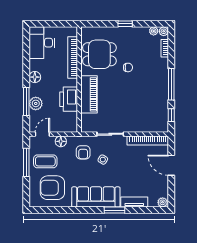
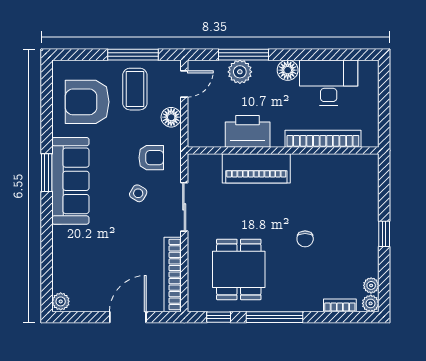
desk: (42, 43) -> (329, 83), moved
dining table: (99, 54) -> (239, 269), moved
door: (42, 134) -> (184, 84), hinge flipped
armchair: (83, 152) -> (151, 158), turned 180
armchair: (52, 188) -> (87, 102), turned -90
tv unit: (134, 202) -> (61, 250), removed
window: (115, 210) -> (47, 173), moved

